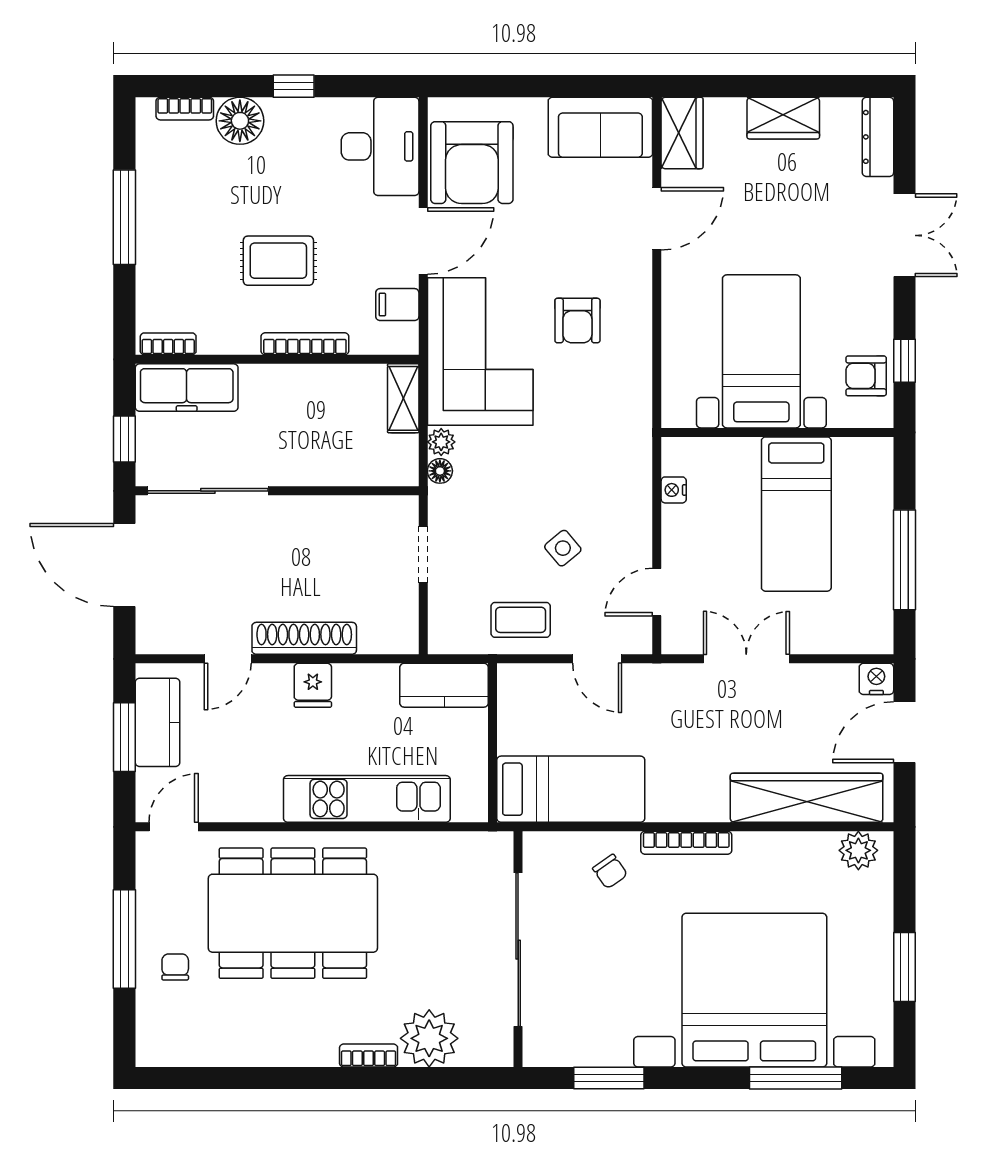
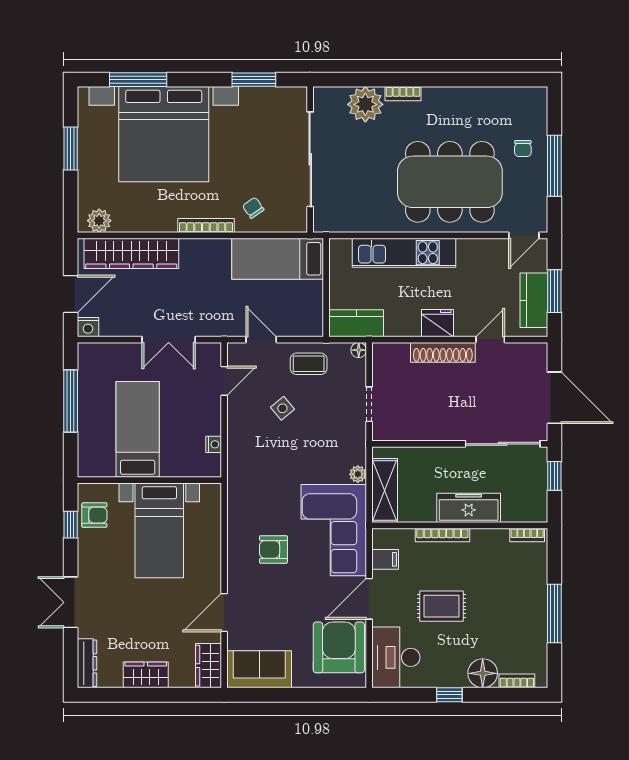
rug: (278, 261) -> (442, 606), moved
armchair: (577, 320) -> (273, 549), turned -90
freezer: (187, 388) -> (469, 508), moved
shelving: (403, 398) -> (385, 491), width x1.50, depth x1.33
floor lamp: (440, 471) -> (359, 350), moved
fridge: (313, 685) -> (438, 323), width x1.38

